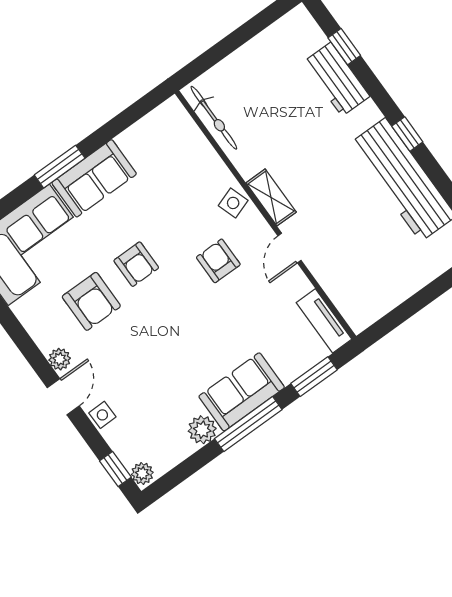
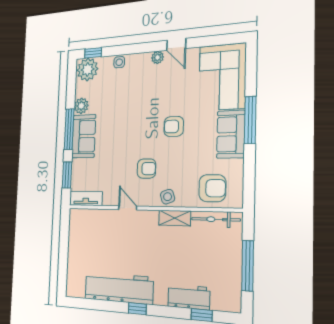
window: (240, 37) -> (248, 266), added
window: (60, 167) -> (250, 120), width x1.44
shelving: (271, 197) -> (175, 218), moved
armchair: (91, 301) -> (212, 188), moved, turned 180
door: (63, 397) -> (176, 44), moved
plant: (142, 473) -> (88, 69), width x1.88, depth x1.88

